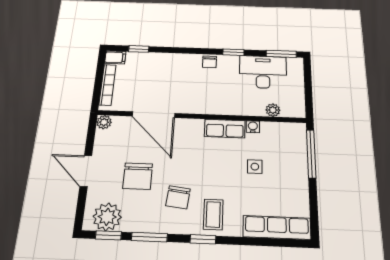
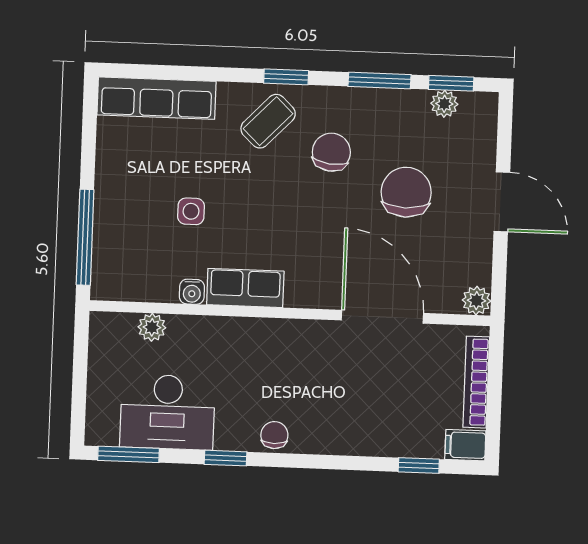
coffee table: (213, 214) -> (268, 121), turned 44
plant: (107, 217) -> (444, 104), width x0.53, depth x0.53

